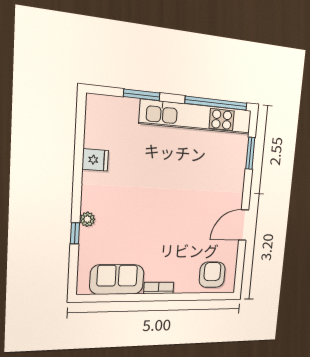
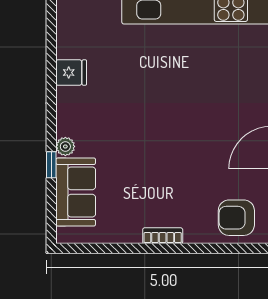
armchair: (212, 275) -> (236, 218), turned -90
sofa: (117, 280) -> (76, 192), moved, turned 90

